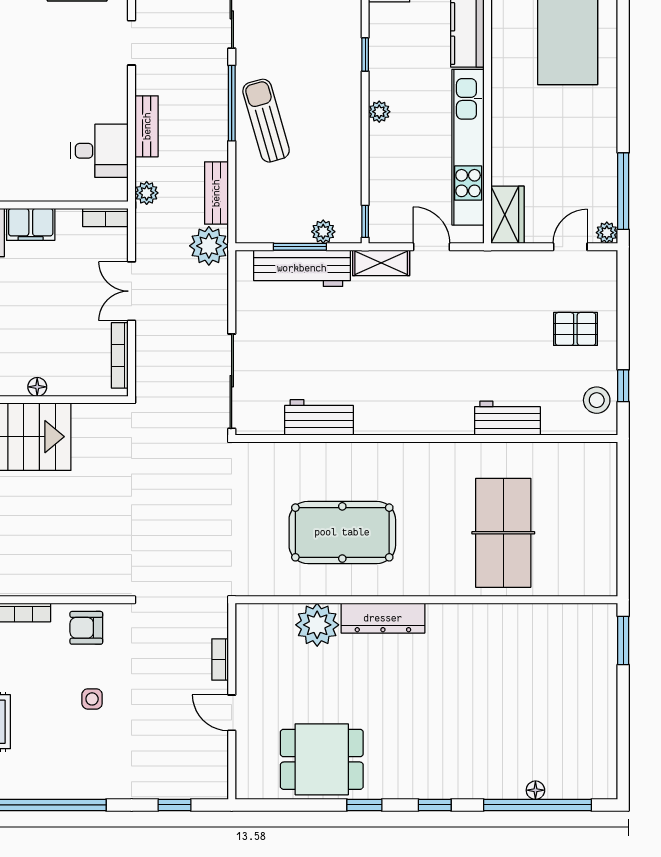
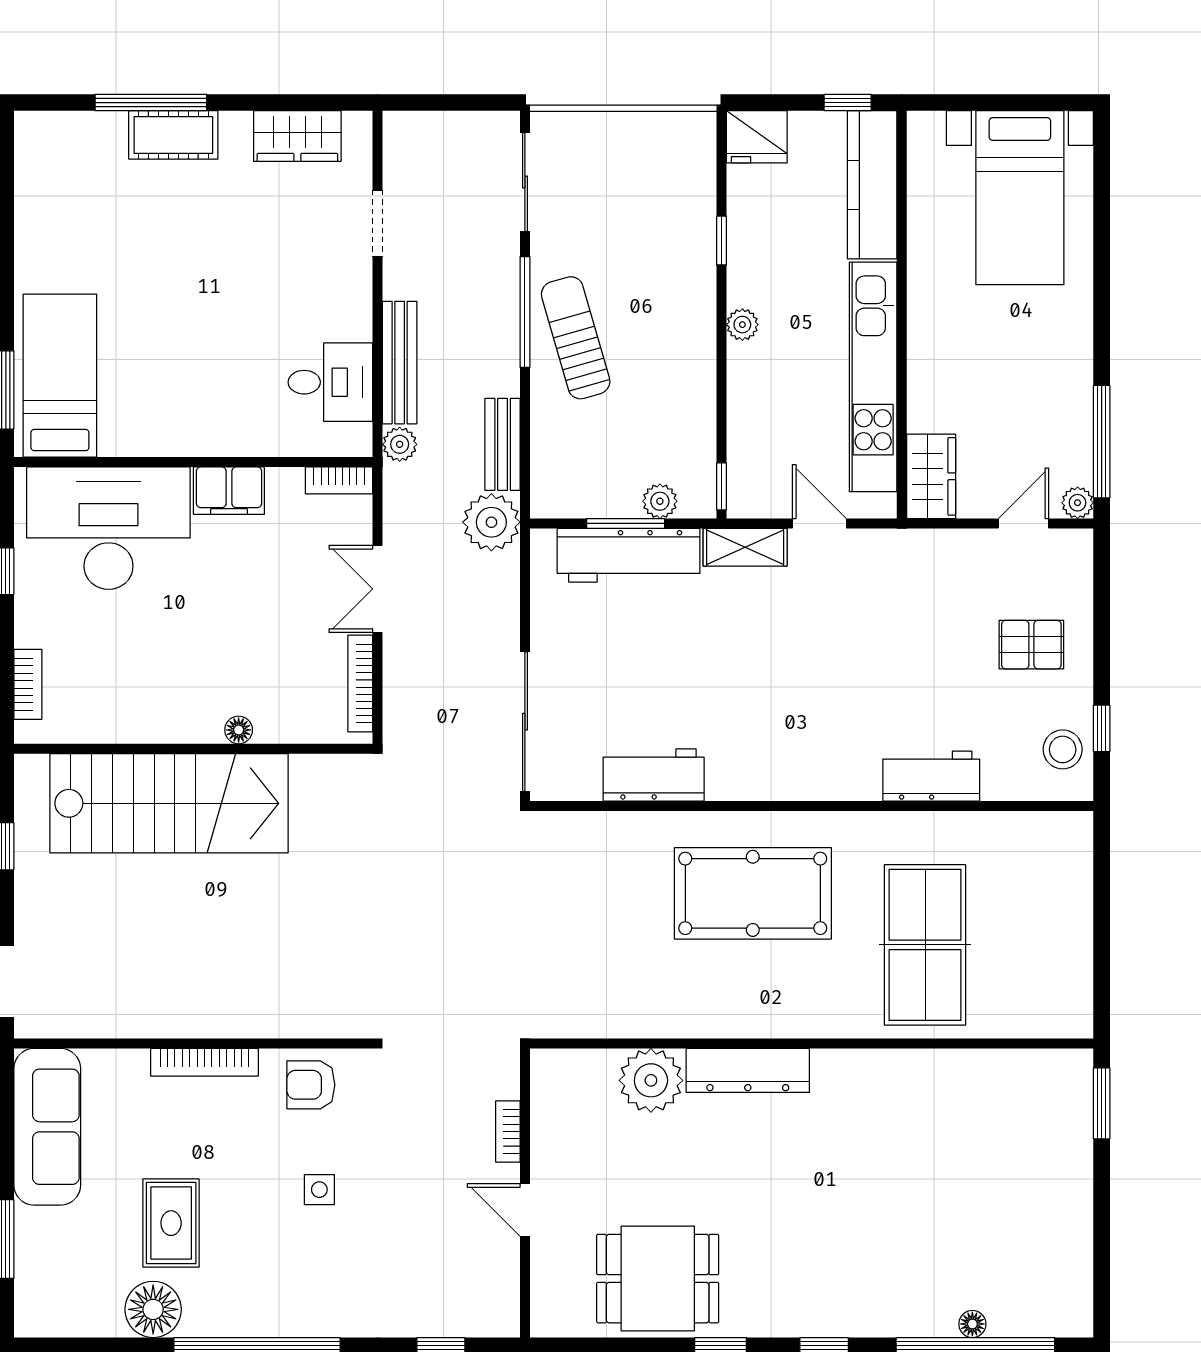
bench: (147, 126) -> (400, 363), width x1.36
pool table: (342, 532) -> (753, 893), moved

